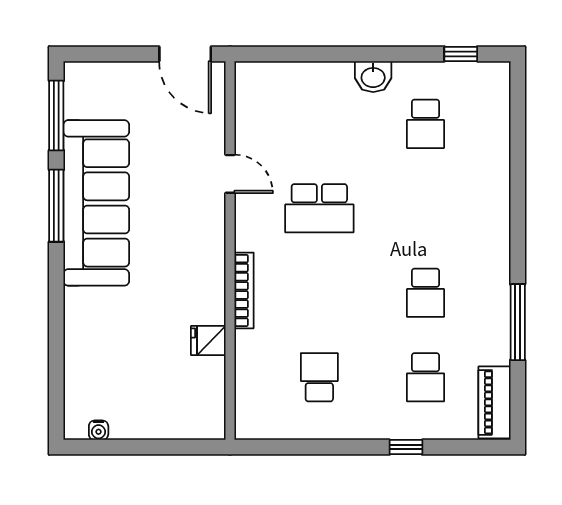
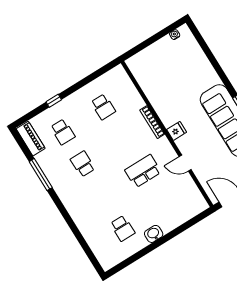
window: (461, 54) -> (126, 263), removed
school desk: (426, 124) -> (123, 228), turned 180
fridge: (208, 341) -> (177, 131), moved
school desk: (426, 377) -> (63, 132), turned 180

